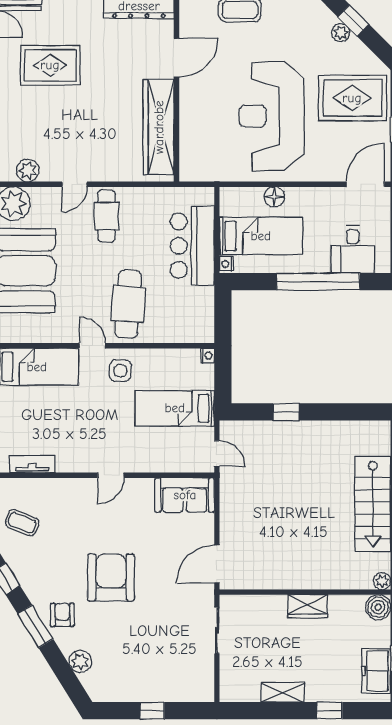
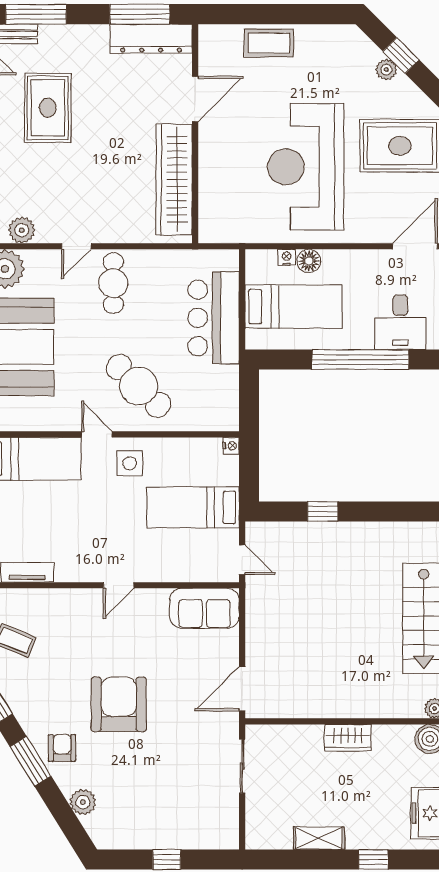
rug: (50, 65) -> (48, 108), turned 90
nightstand: (226, 264) -> (287, 257), moved, turned 90
cafe table: (128, 304) -> (139, 386), turned -50

